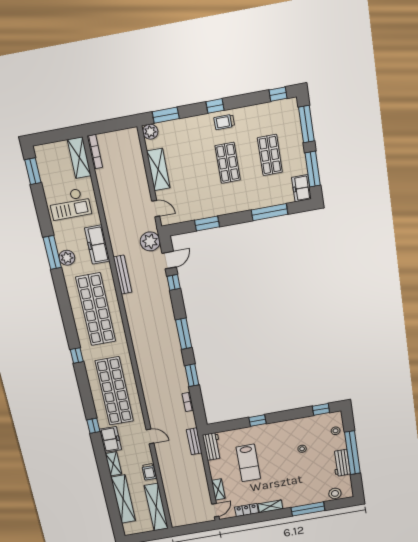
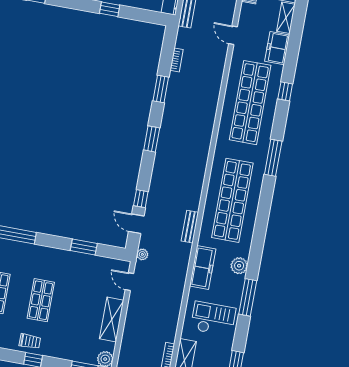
plant: (150, 241) -> (142, 254), width x0.53, depth x0.53
window: (52, 253) -> (248, 297), moved
door: (169, 260) -> (136, 224), hinge flipped
bench: (123, 275) -> (190, 227), width x0.73
window: (184, 334) -> (152, 139), width x0.69
window: (77, 356) -> (273, 158), width x2.17
window: (93, 426) -> (285, 91), moved

